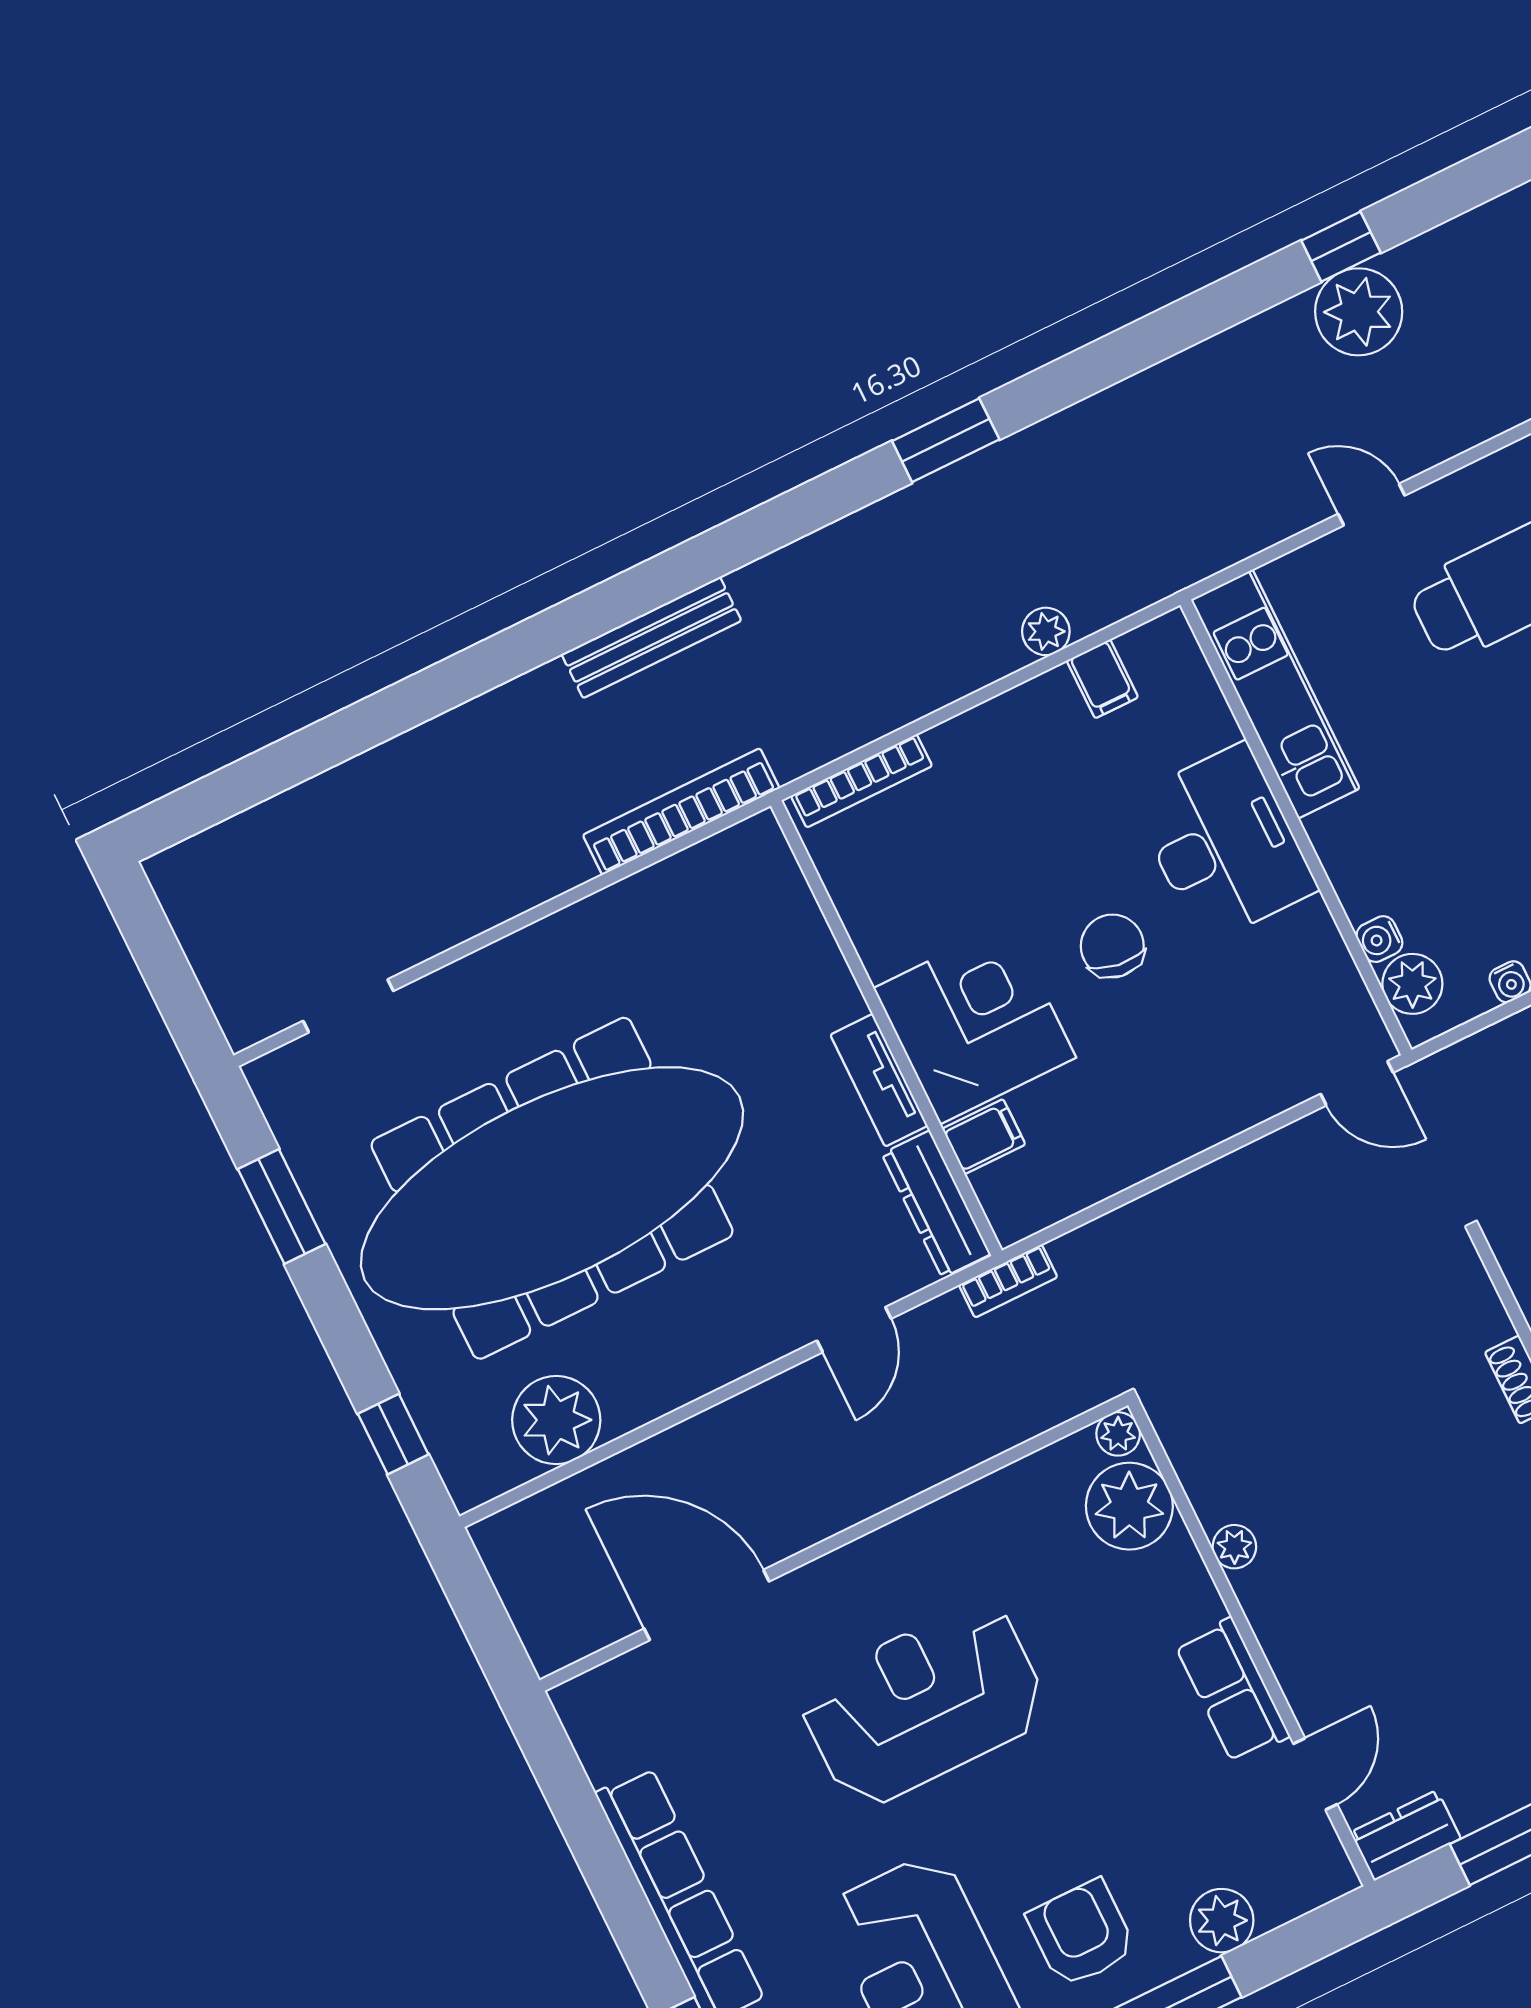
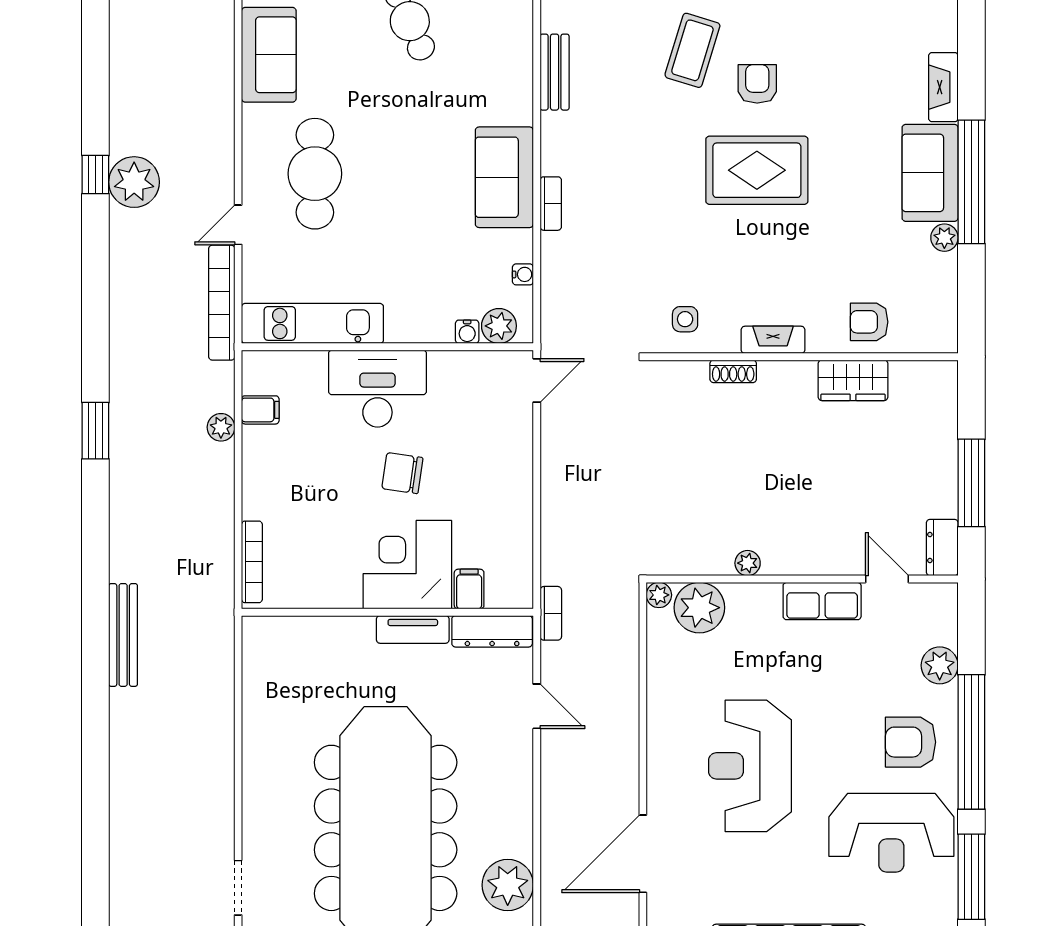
bookcase: (681, 812) -> (222, 303), moved

